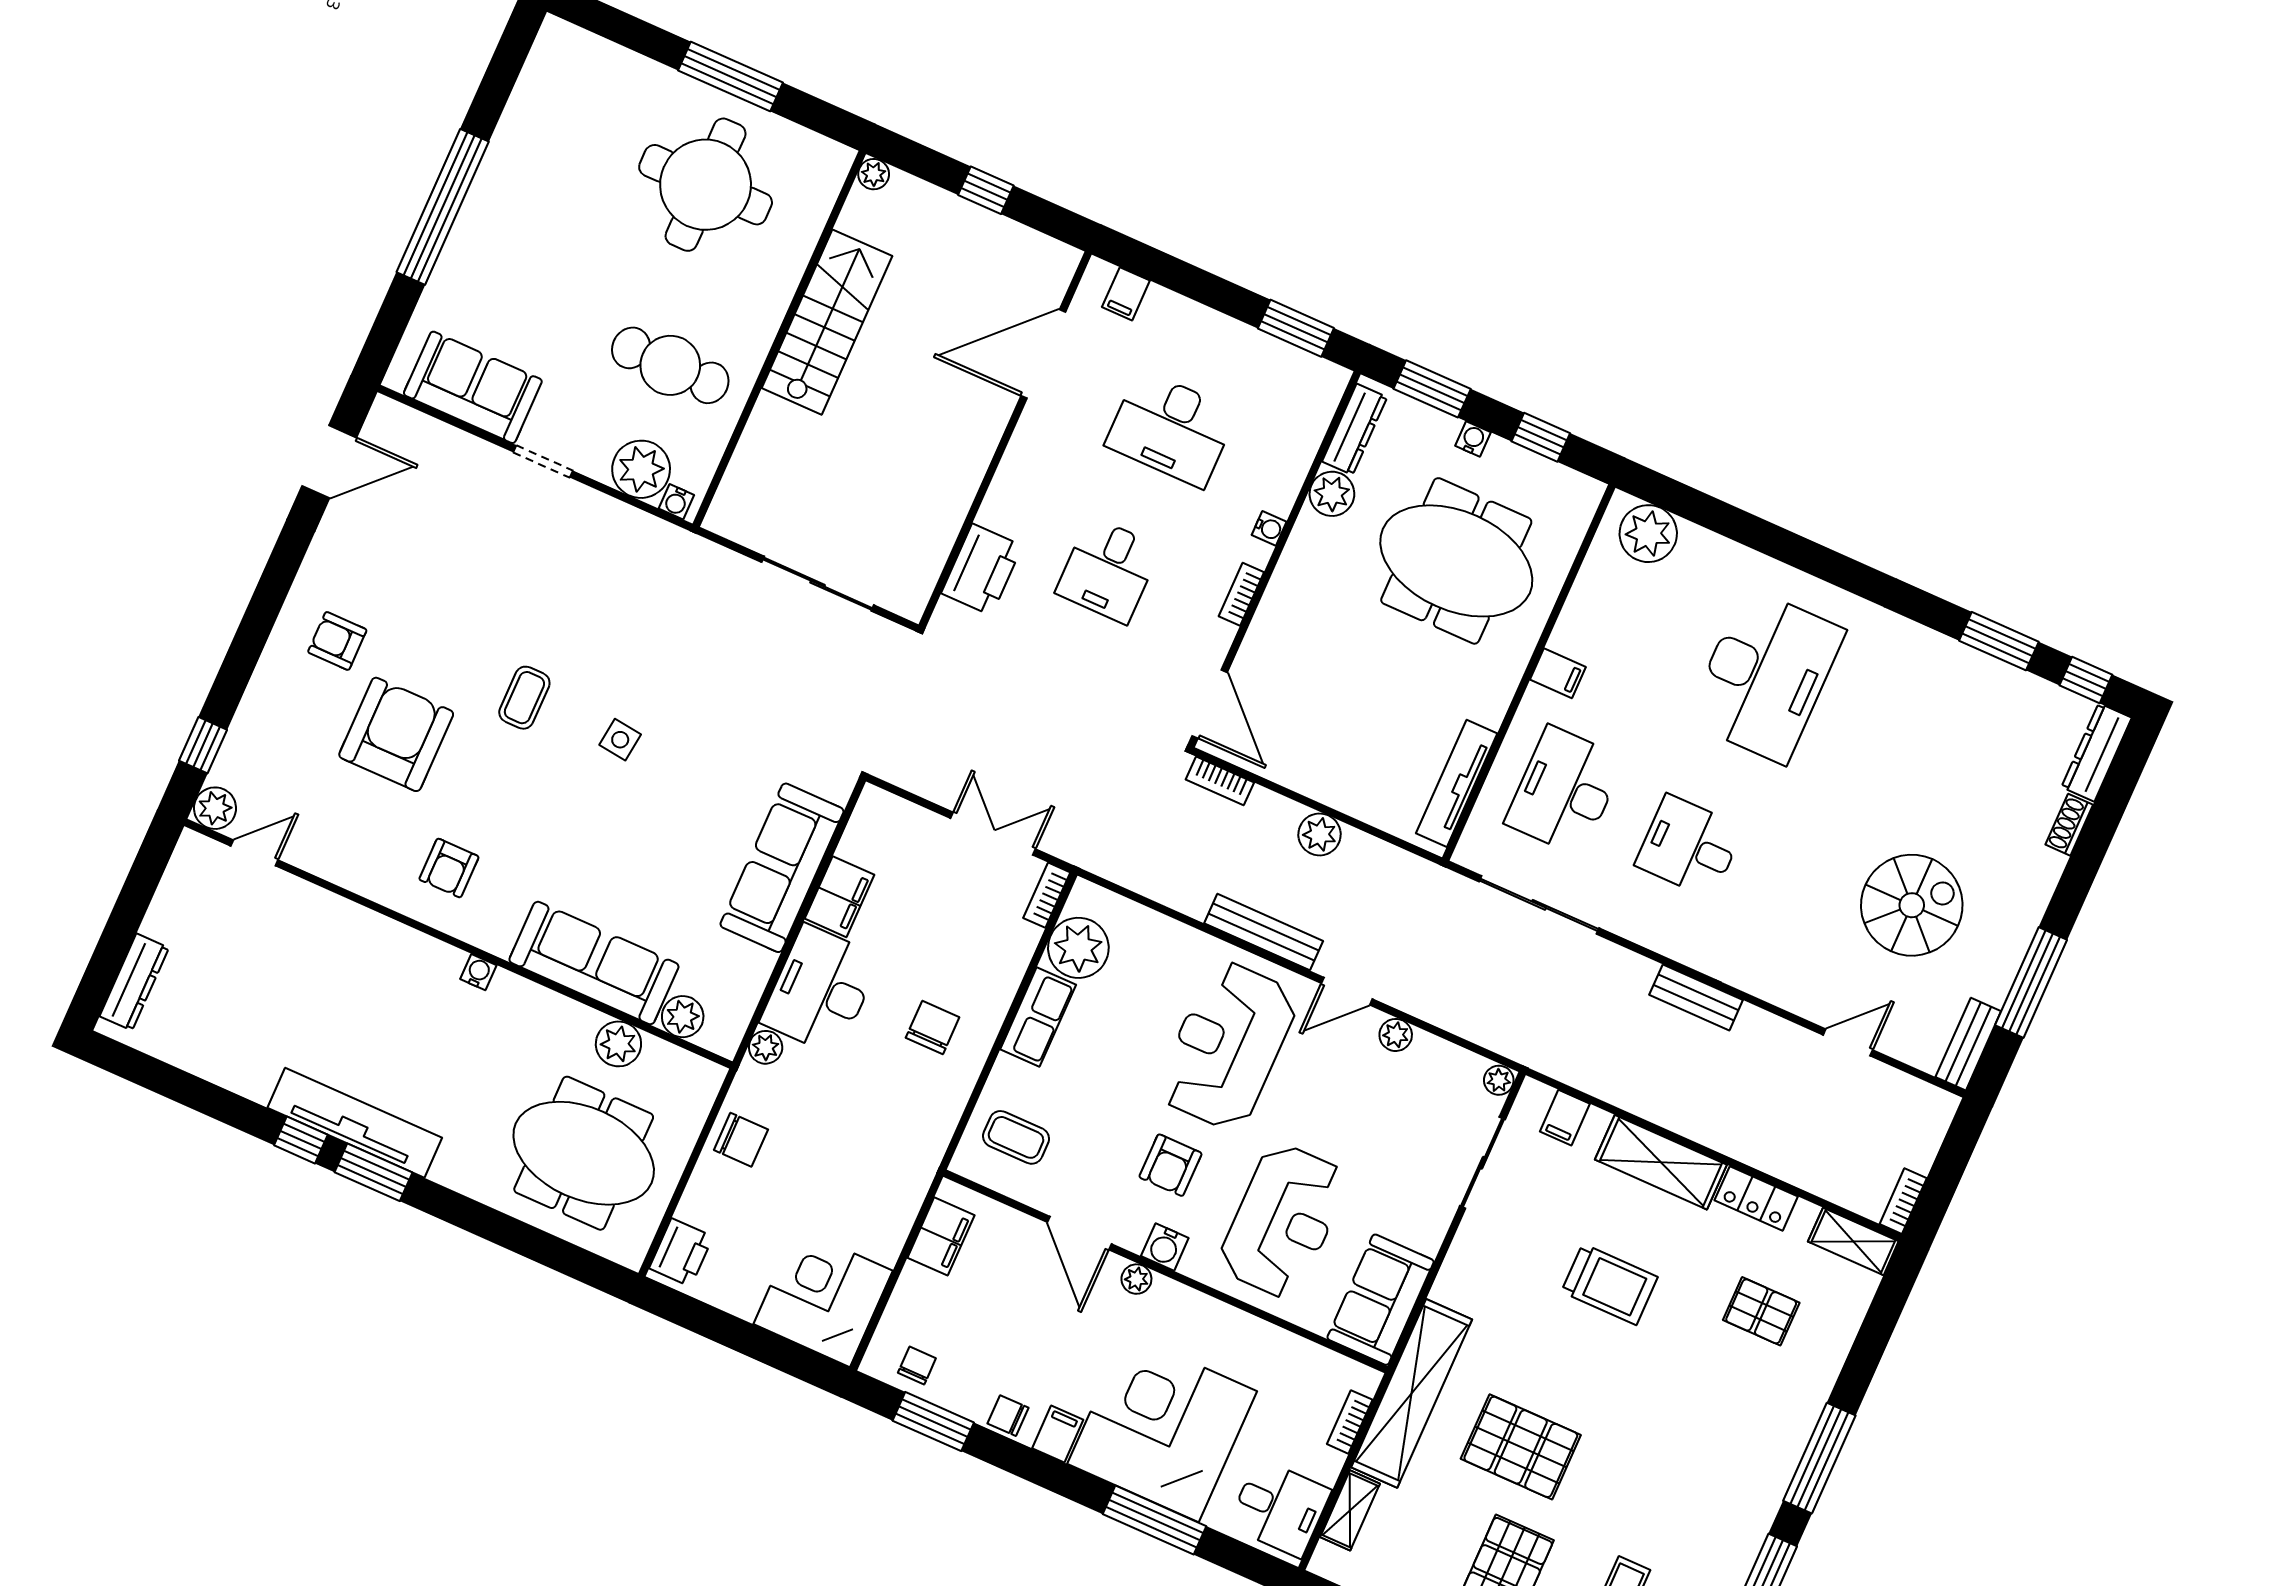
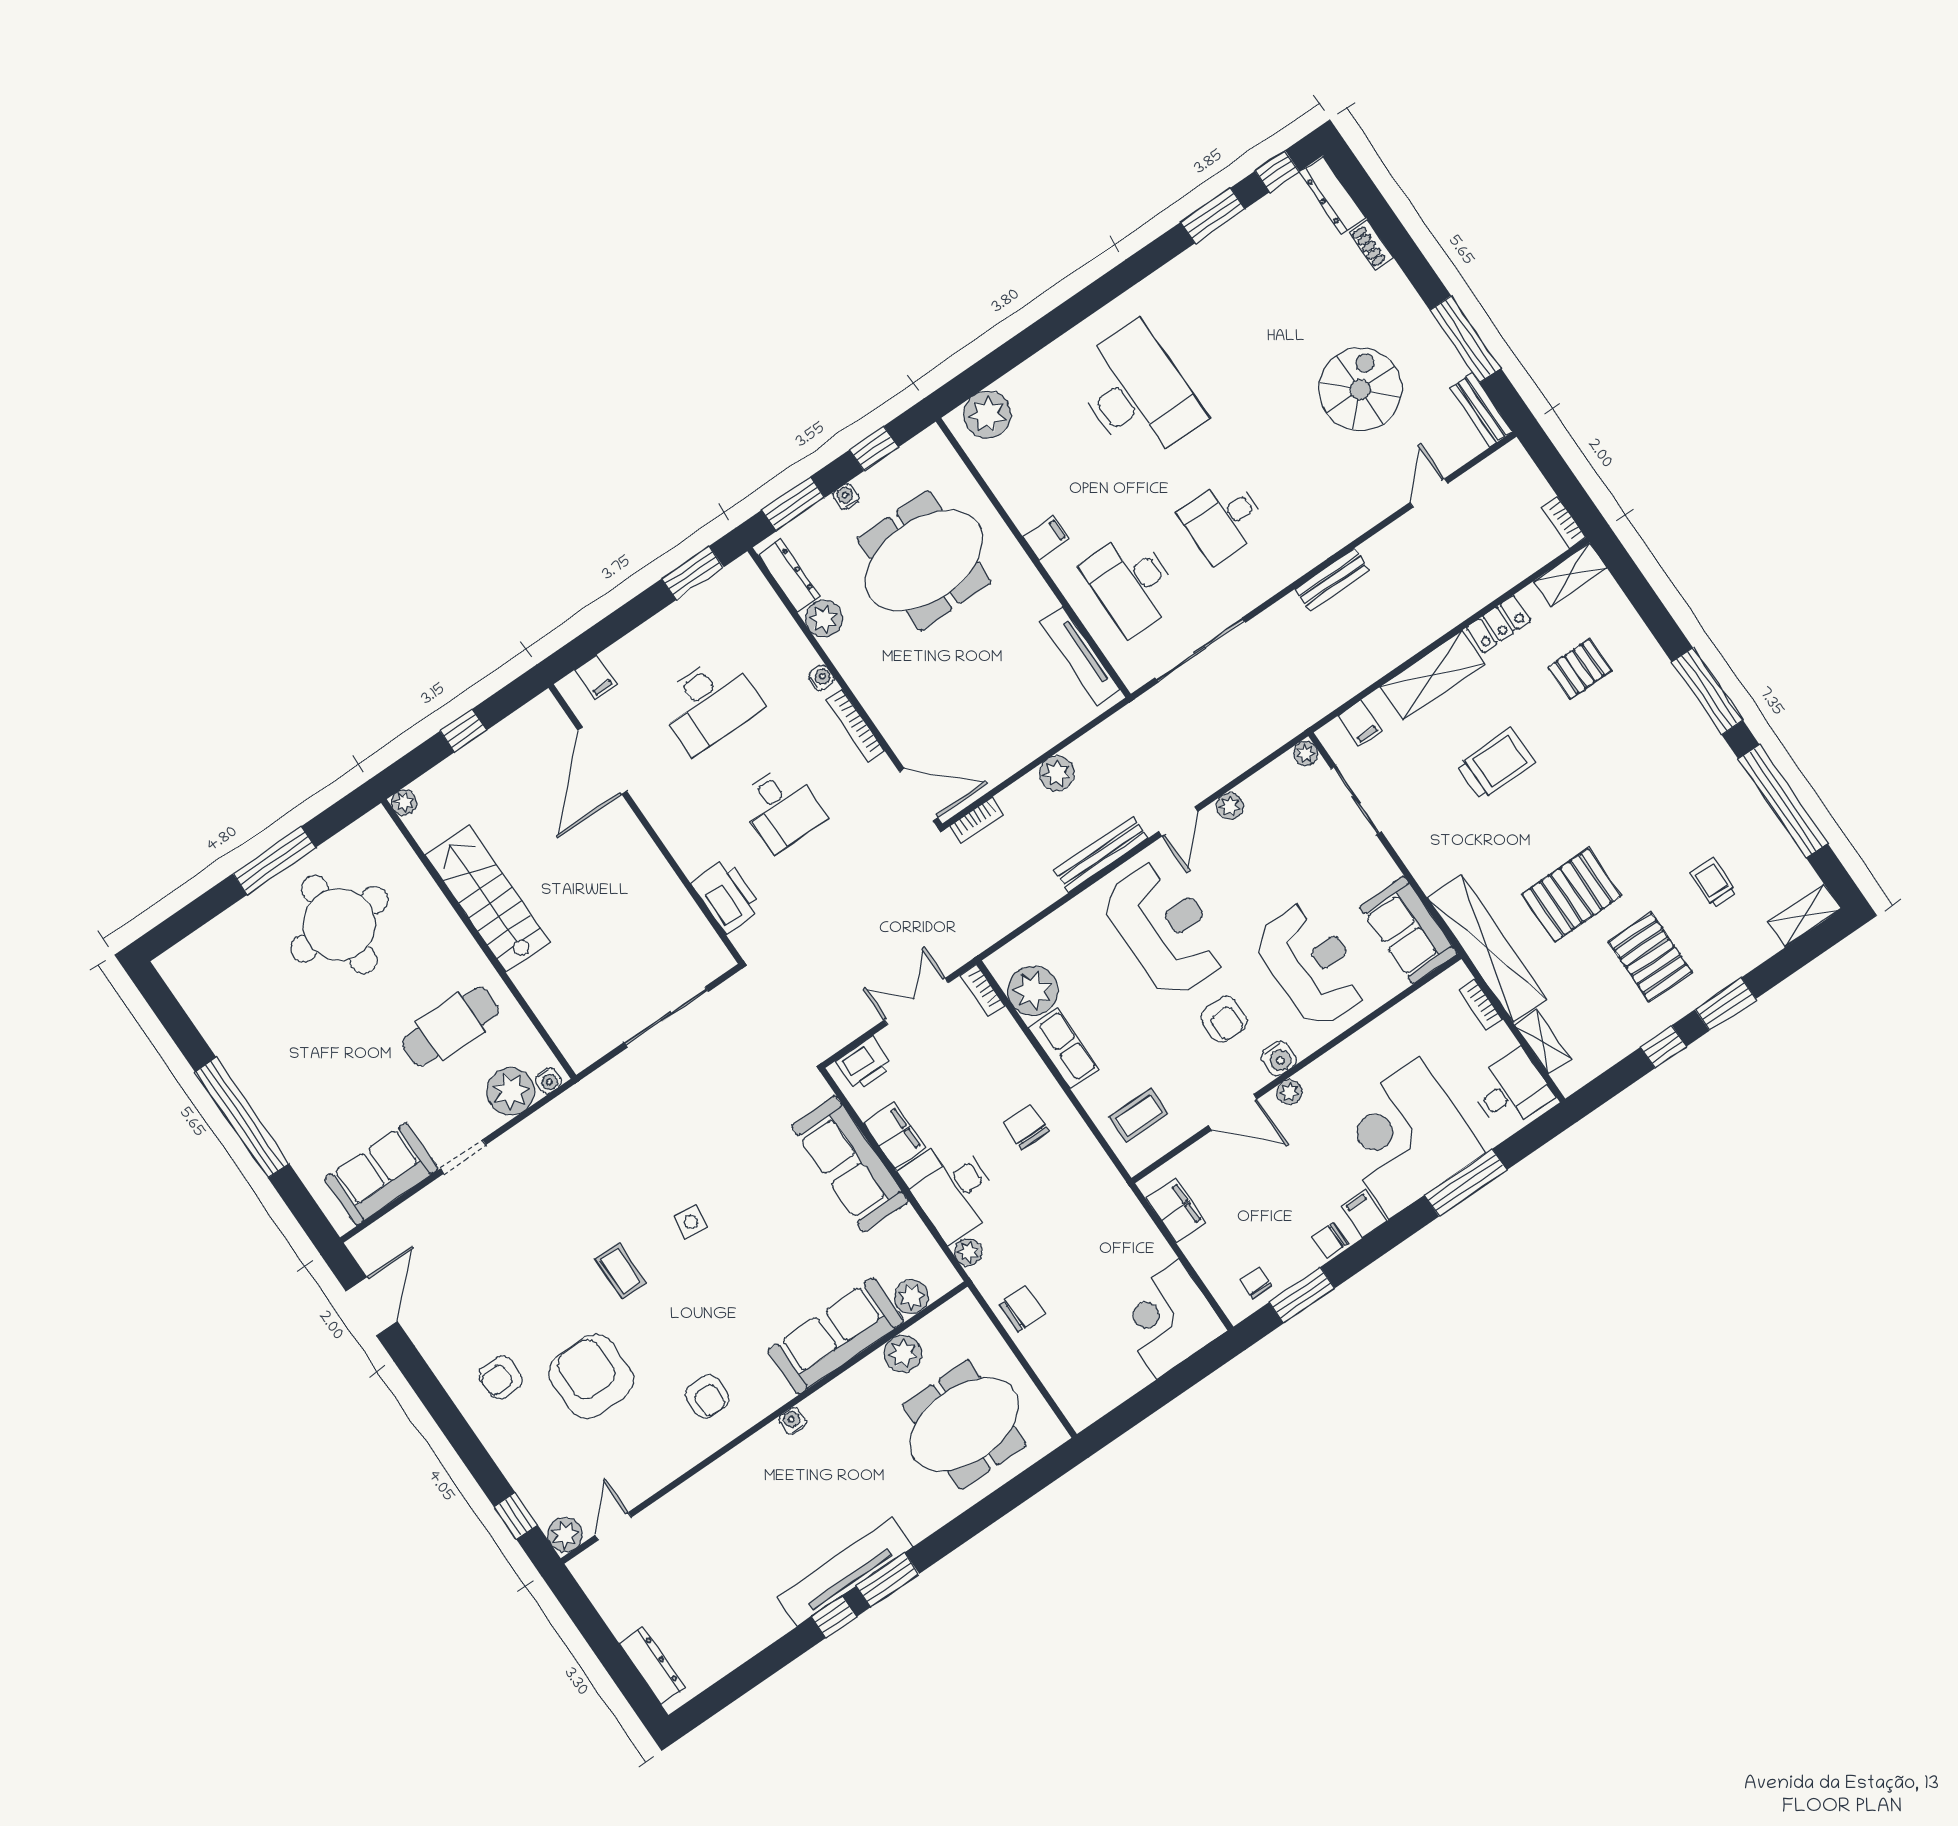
bookcase: (1241, 594) -> (855, 725), width x1.56
reception desk: (1227, 1045) -> (1165, 928), turned 180
printer: (681, 1252) -> (864, 1064), moved, turned 90

